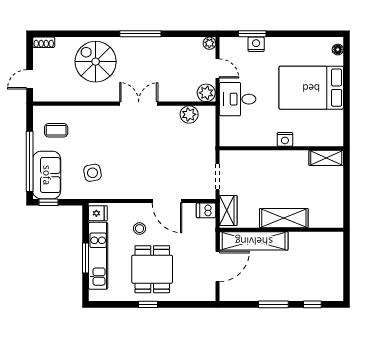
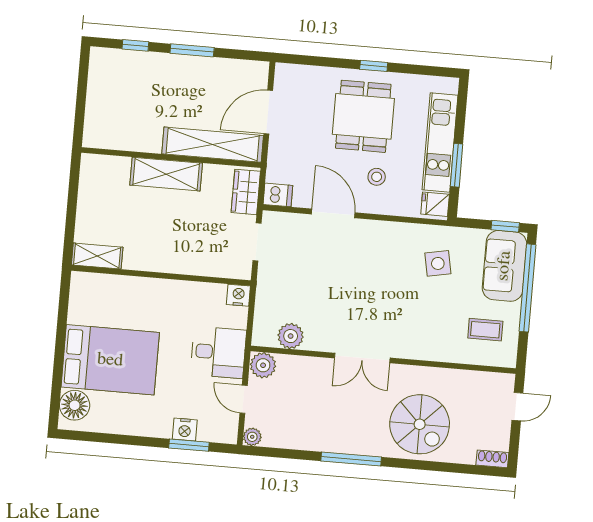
floor lamp: (338, 50) -> (75, 405), width x1.89, depth x1.89
nightstand: (285, 139) -> (238, 295), moved
window: (85, 258) -> (457, 165), moved

